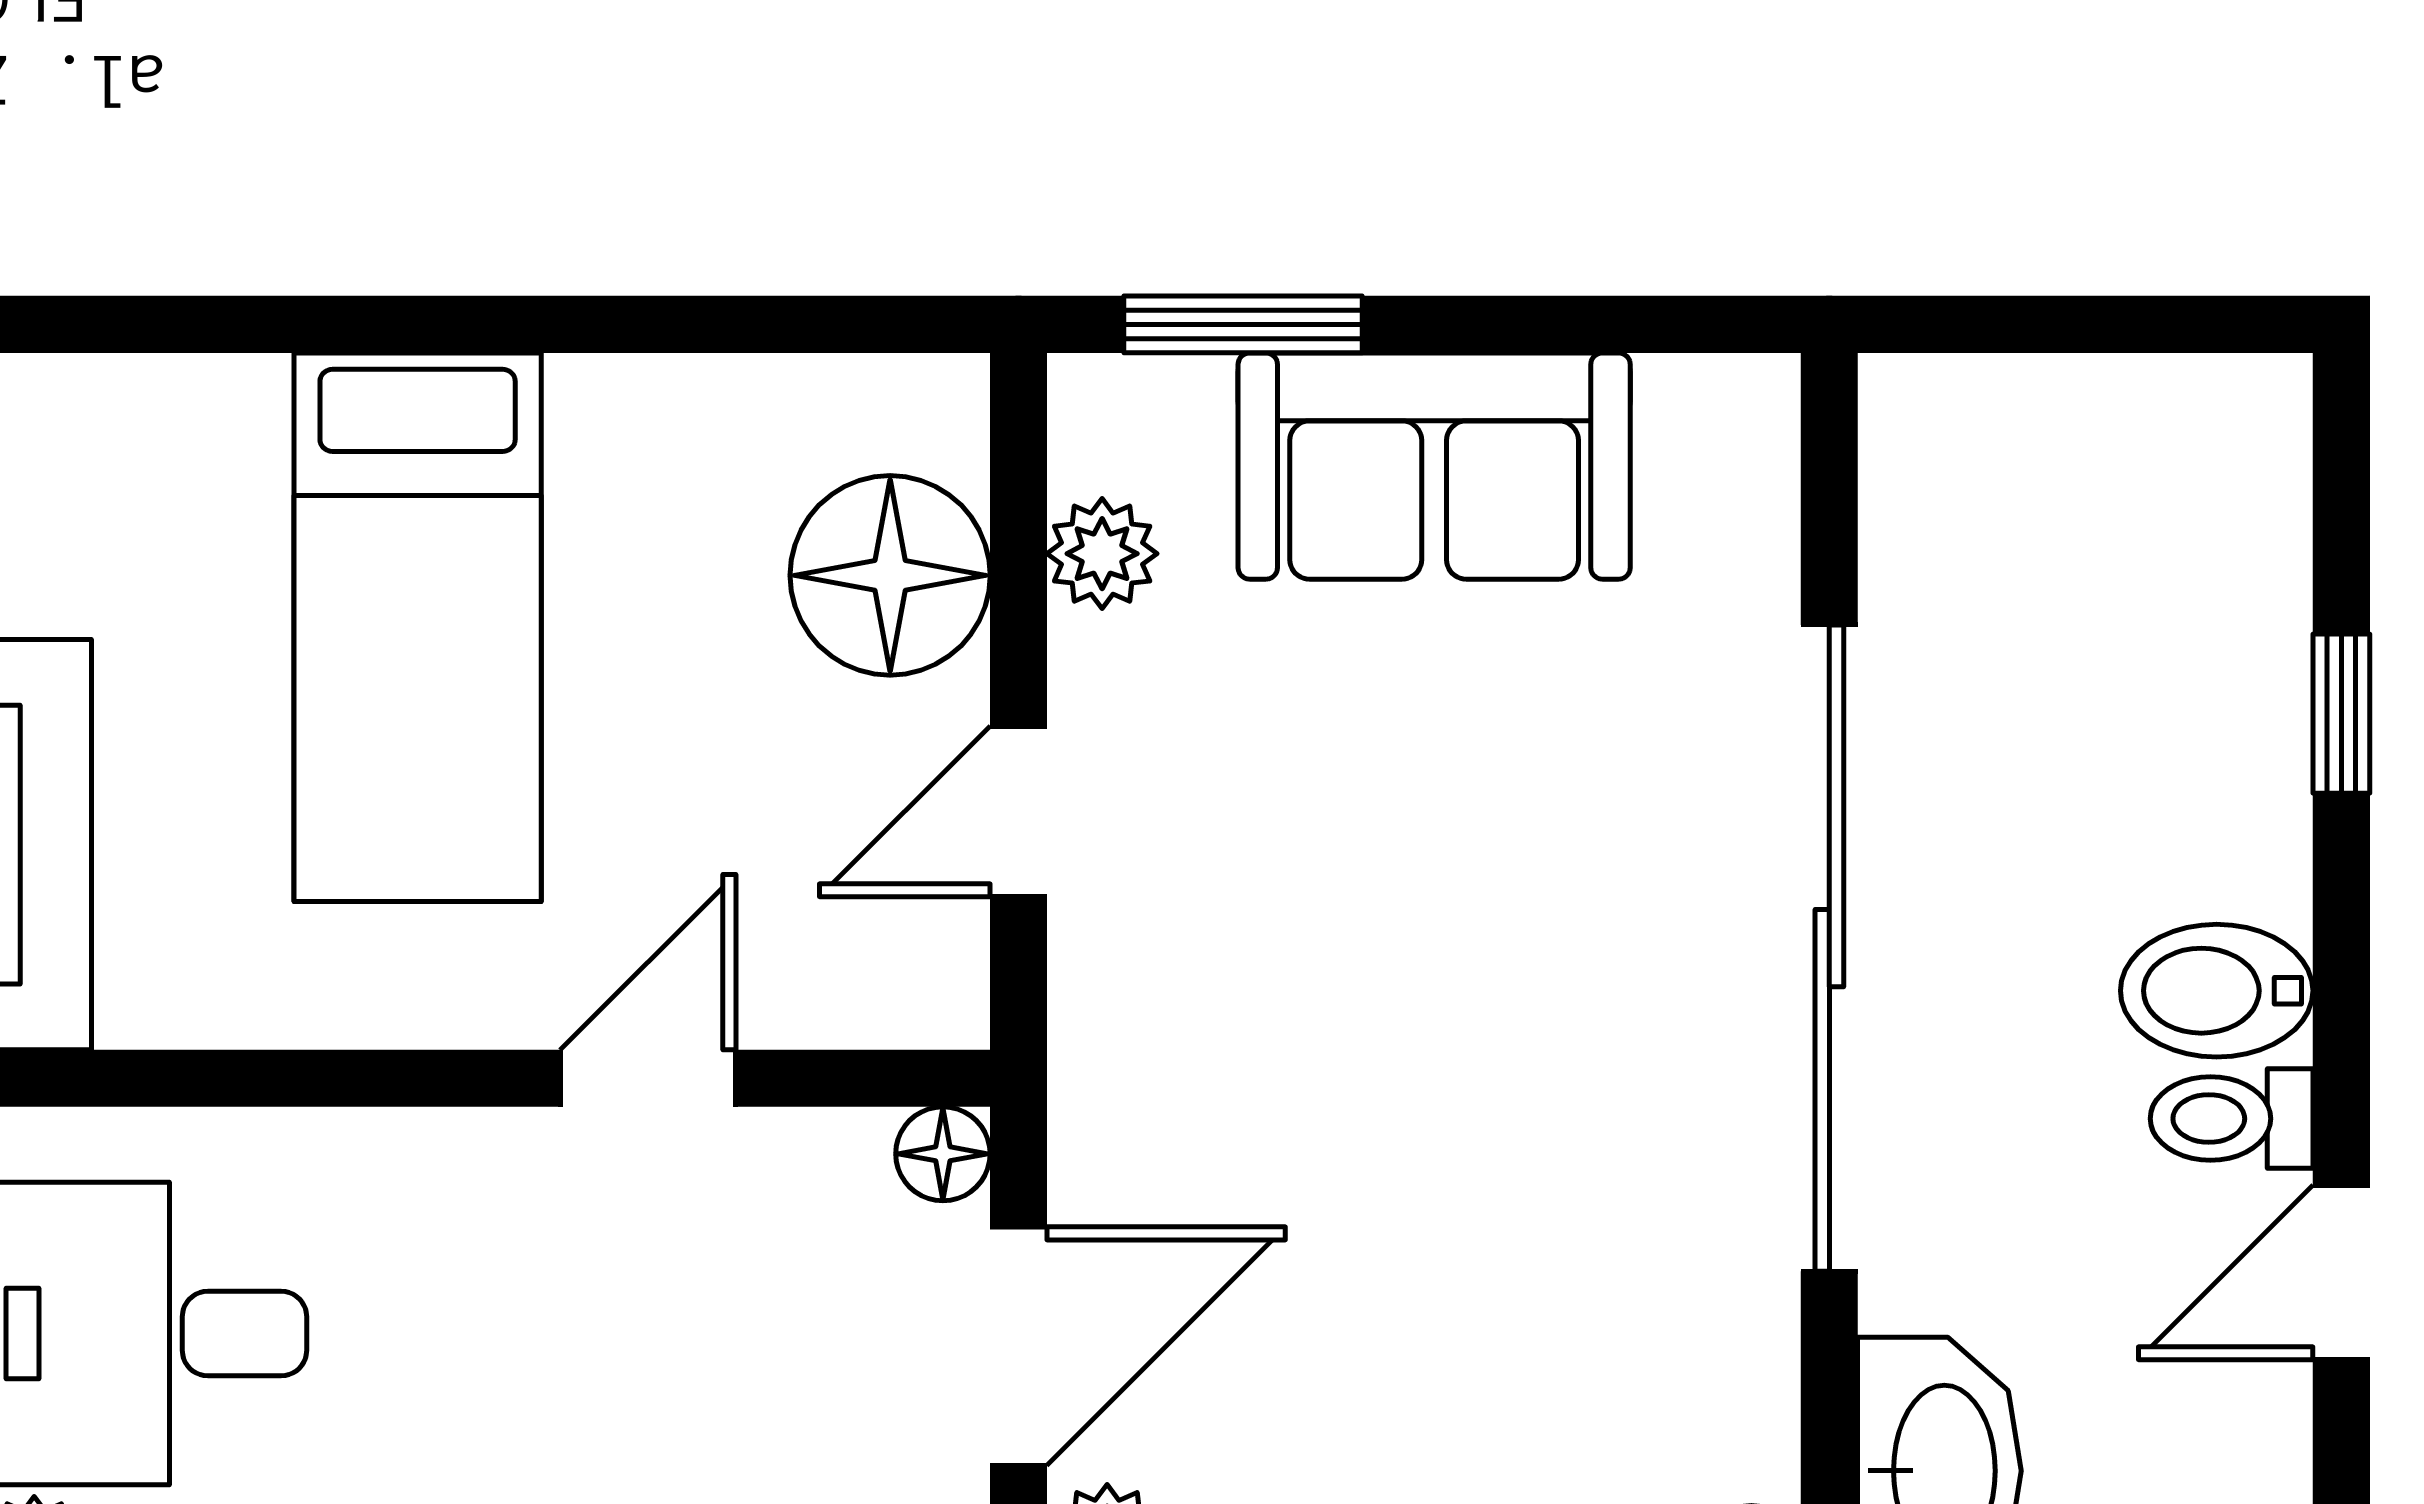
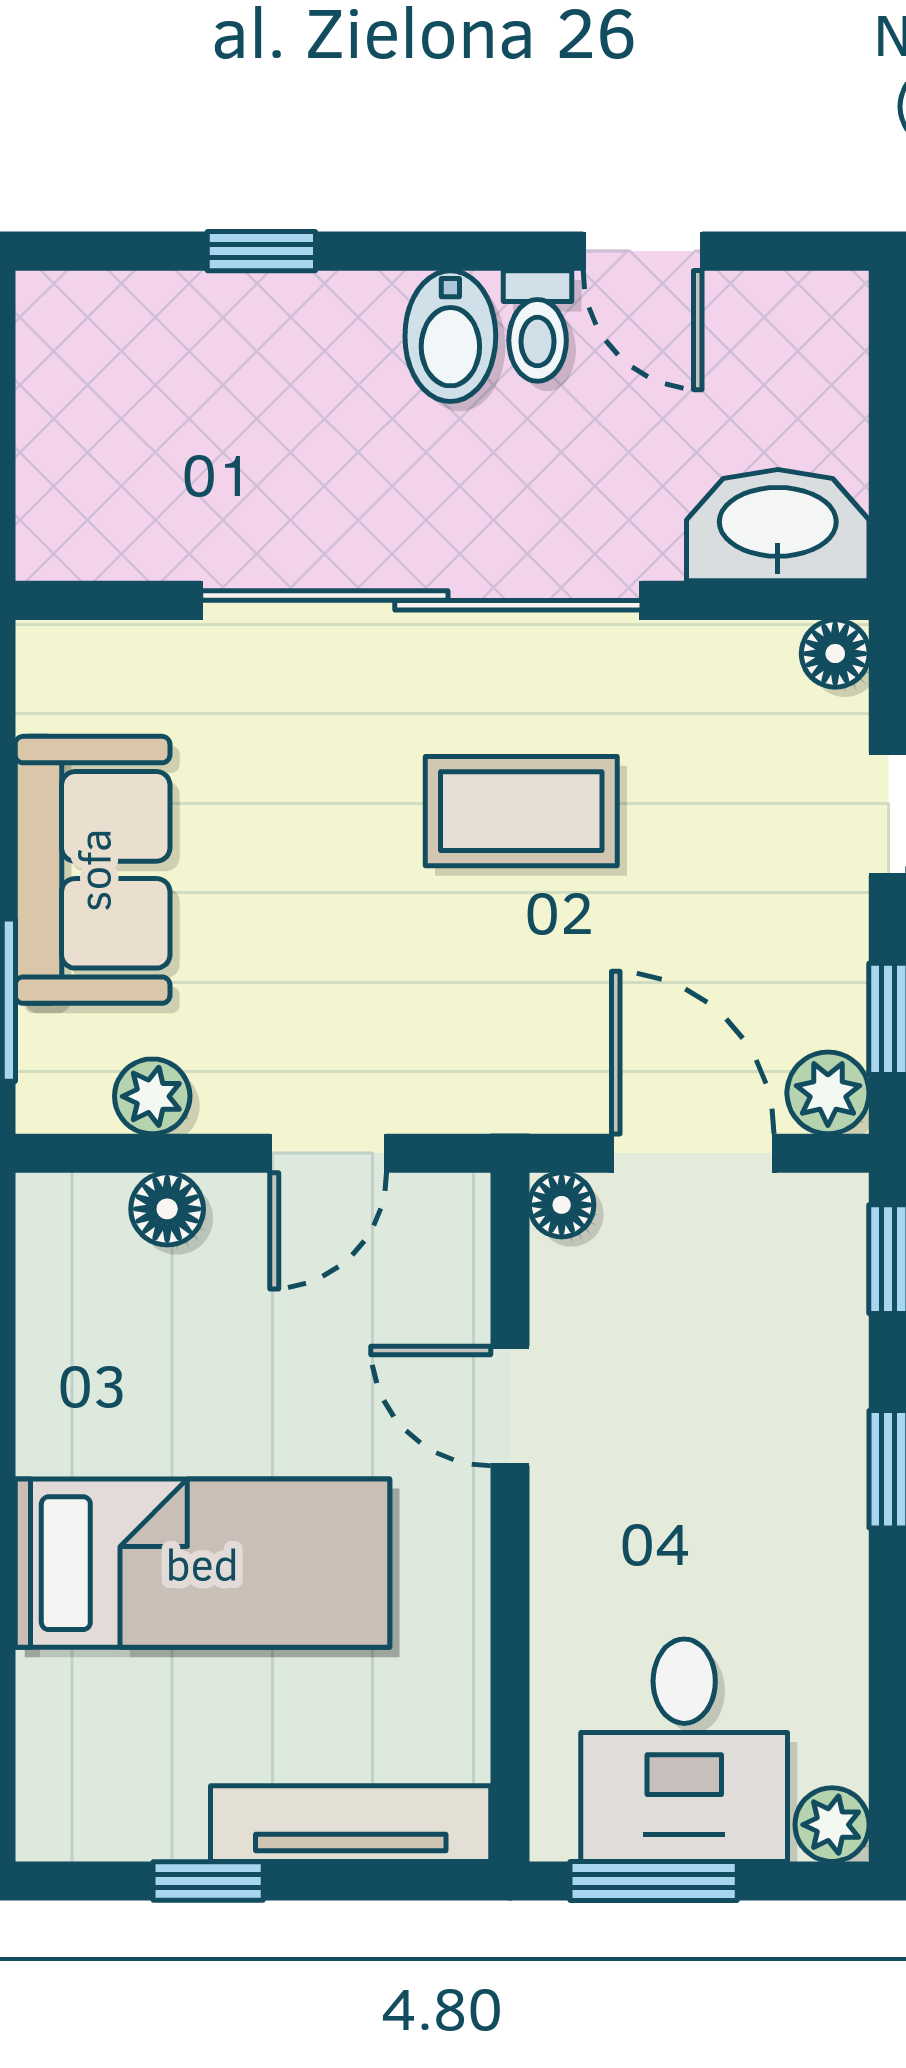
floor lamp: (890, 575) -> (167, 1209), width x0.53, depth x0.53
door: (1018, 811) -> (328, 1153), hinge flipped
coffee table: (1520, 1095) -> (521, 811), added

